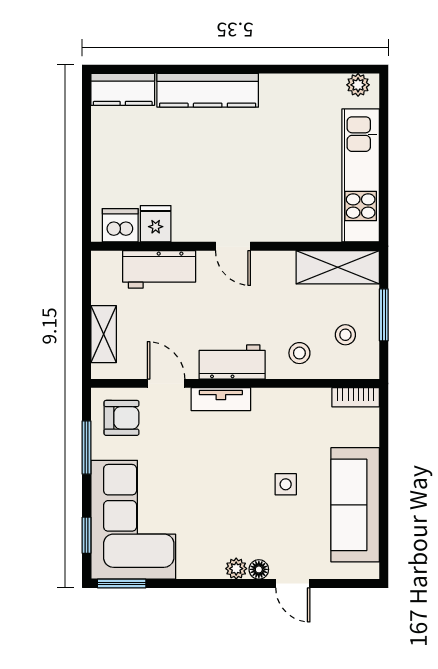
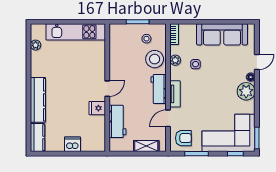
plant: (358, 85) -> (36, 45), moved
fridge: (156, 224) -> (97, 108), moved
dishwasher: (120, 225) -> (72, 144), moved, turned 90
shelving: (338, 267) -> (116, 42), removed
stool: (299, 353) -> (155, 59), width x1.89, depth x1.89
plant: (297, 400) -> (175, 60), added
armchair: (121, 418) -> (183, 138), turned 90
side table: (286, 484) -> (196, 64), moved
plant: (236, 569) -> (246, 91), width x1.88, depth x1.88

